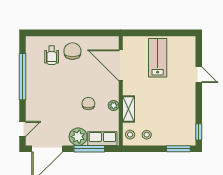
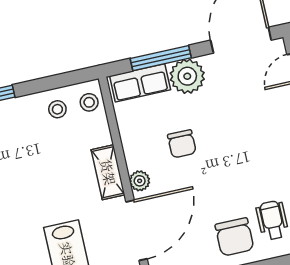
door: (121, 65) -> (137, 230), hinge flipped
plant: (114, 106) -> (140, 181), moved
shelving: (128, 109) -> (108, 172), moved

